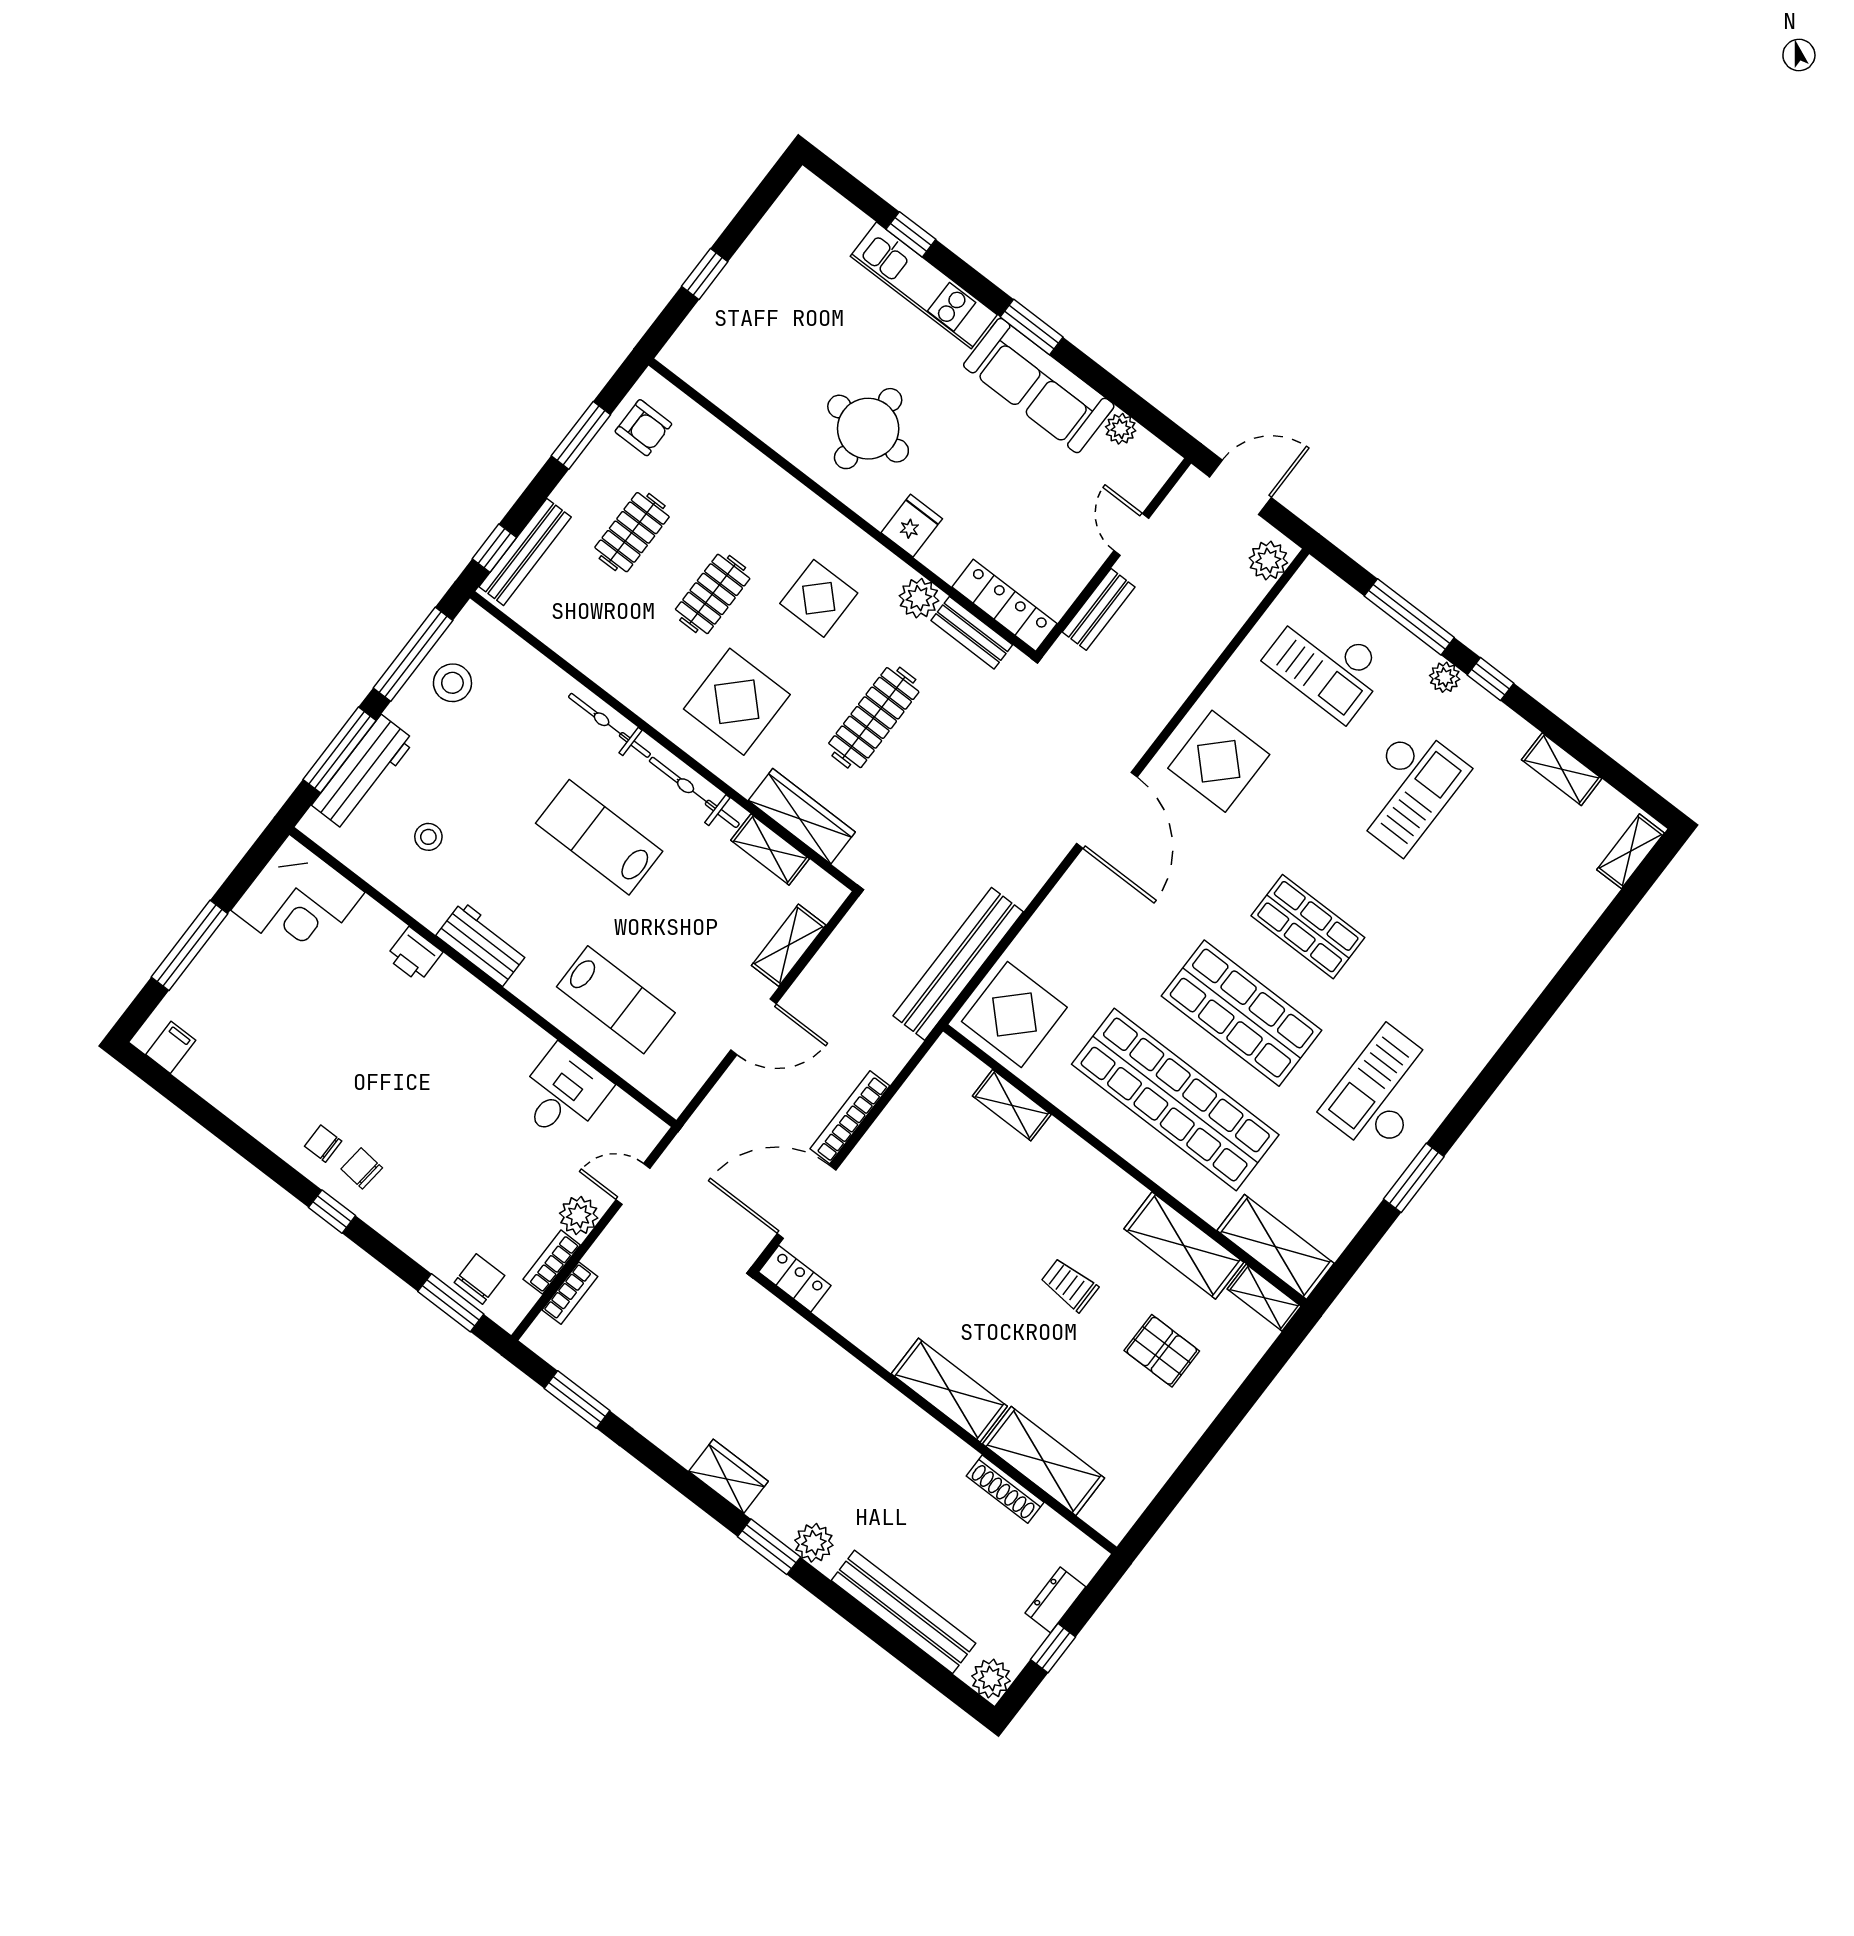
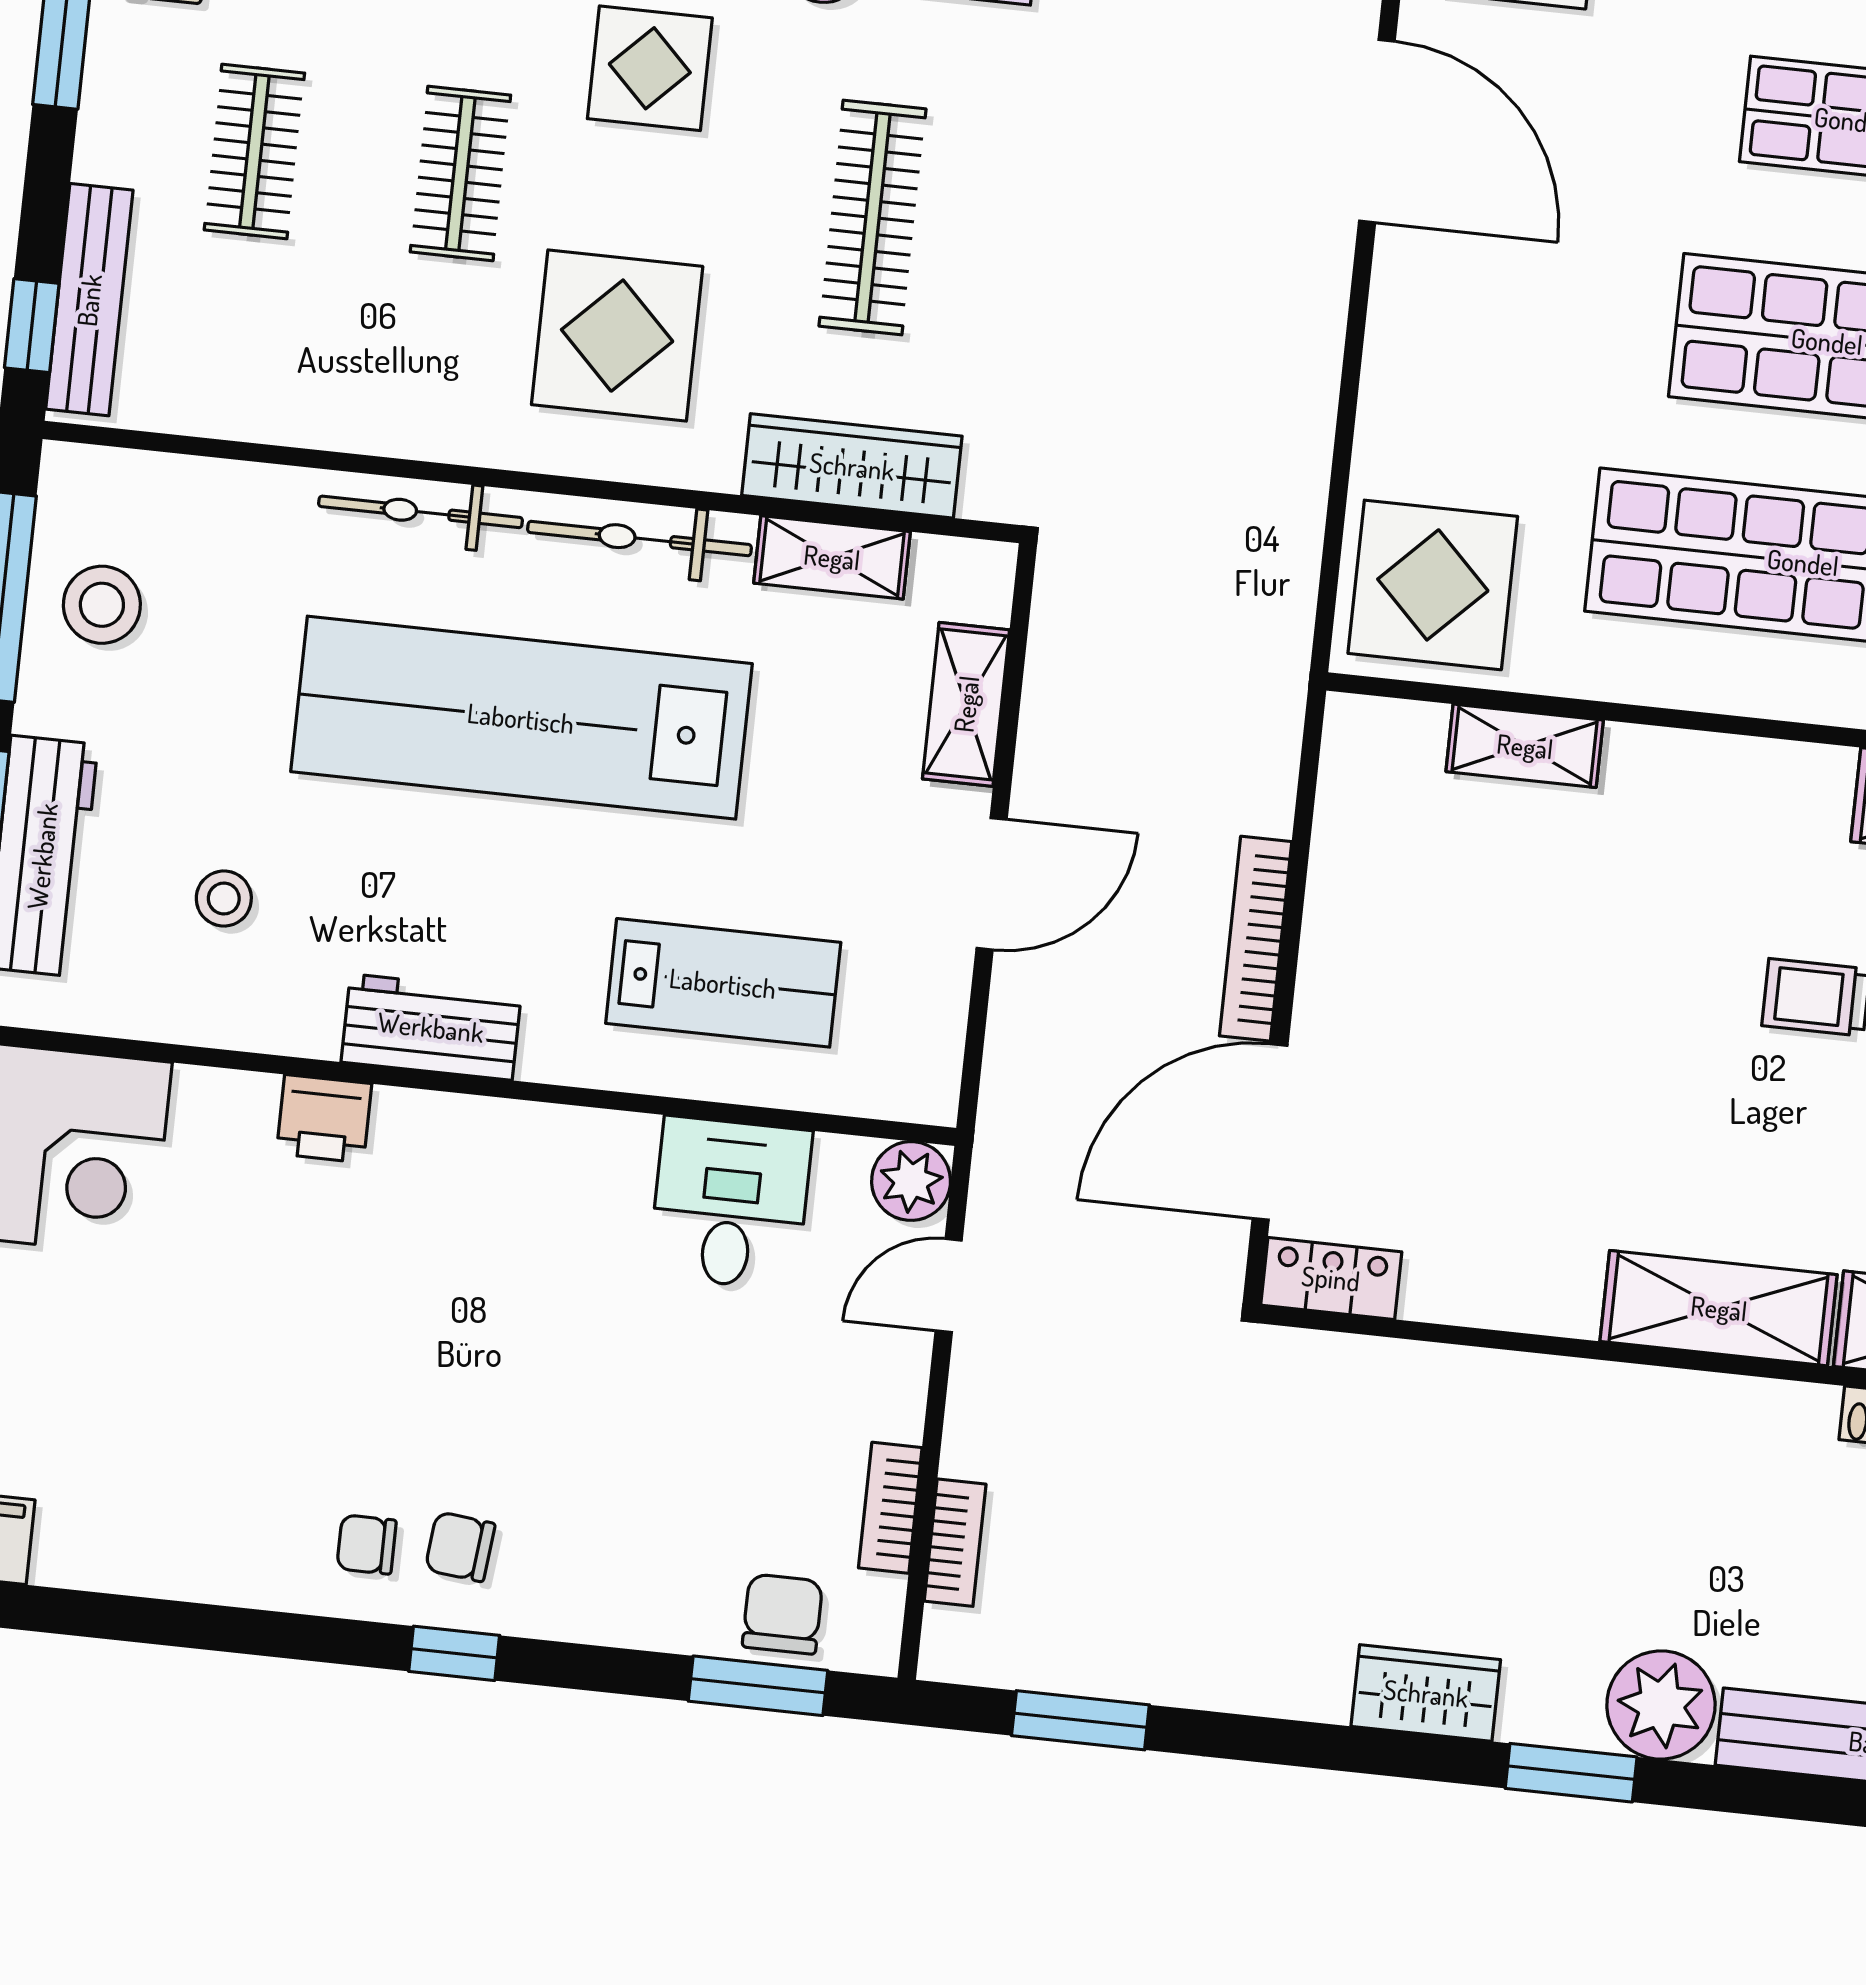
lab bench: (599, 837) -> (521, 718), width x1.86, depth x1.39
bench: (958, 964) -> (1281, 557), removed
plant: (579, 1216) -> (911, 1181), moved
plant: (814, 1543) -> (1661, 1705), width x1.36, depth x1.36

